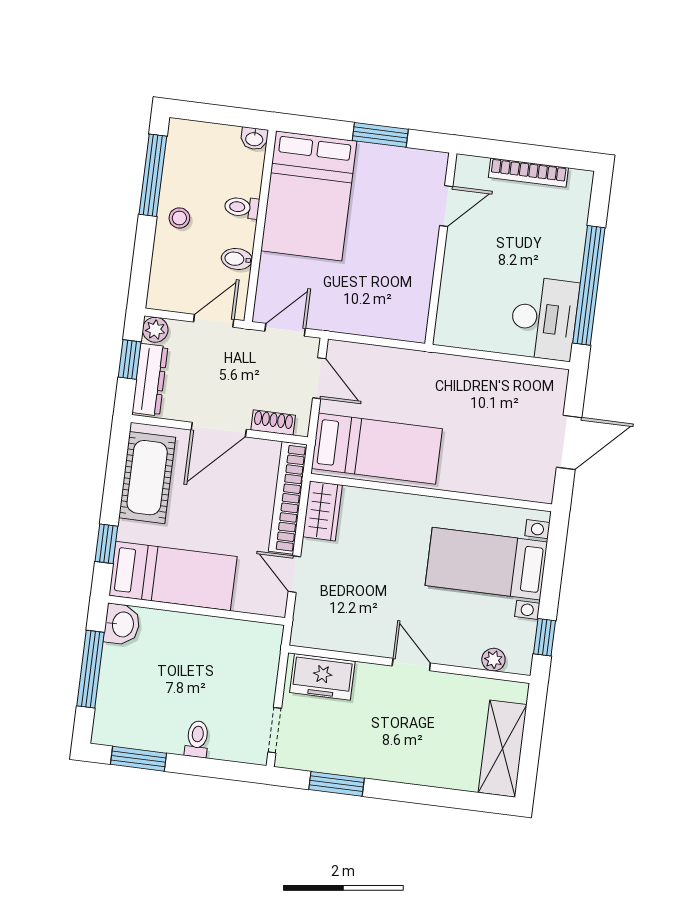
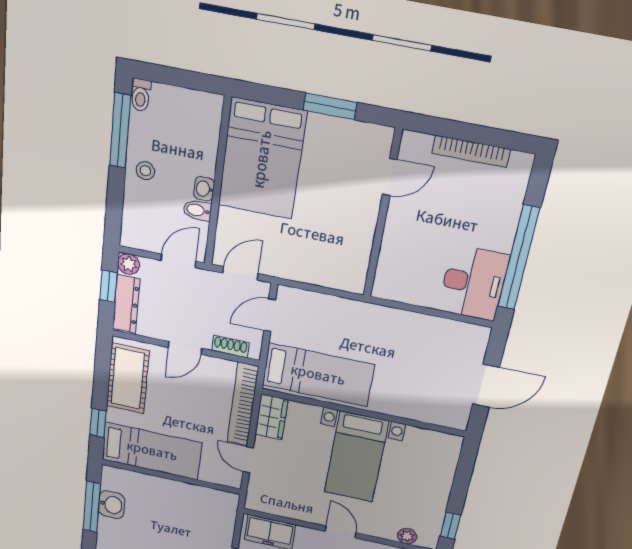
washbasin: (254, 139) -> (204, 189), moved, turned 90
toilet: (242, 207) -> (141, 95), moved, turned -90
door: (319, 378) -> (270, 315), swing flipped
door: (219, 430) -> (185, 348), width x0.73
bed with nightstands: (486, 564) -> (356, 457), moved, turned -90
washbasin: (122, 624) -> (112, 505), moved

